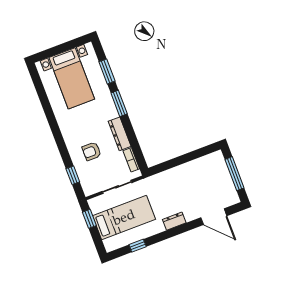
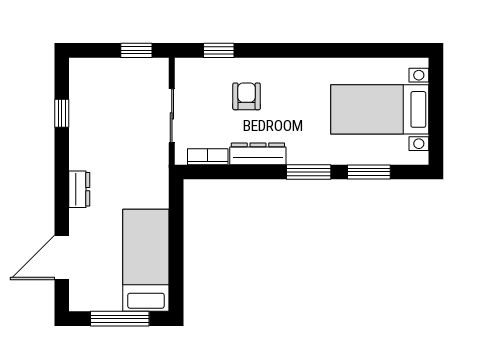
bed: (124, 217) -> (146, 260), moved, turned 180

